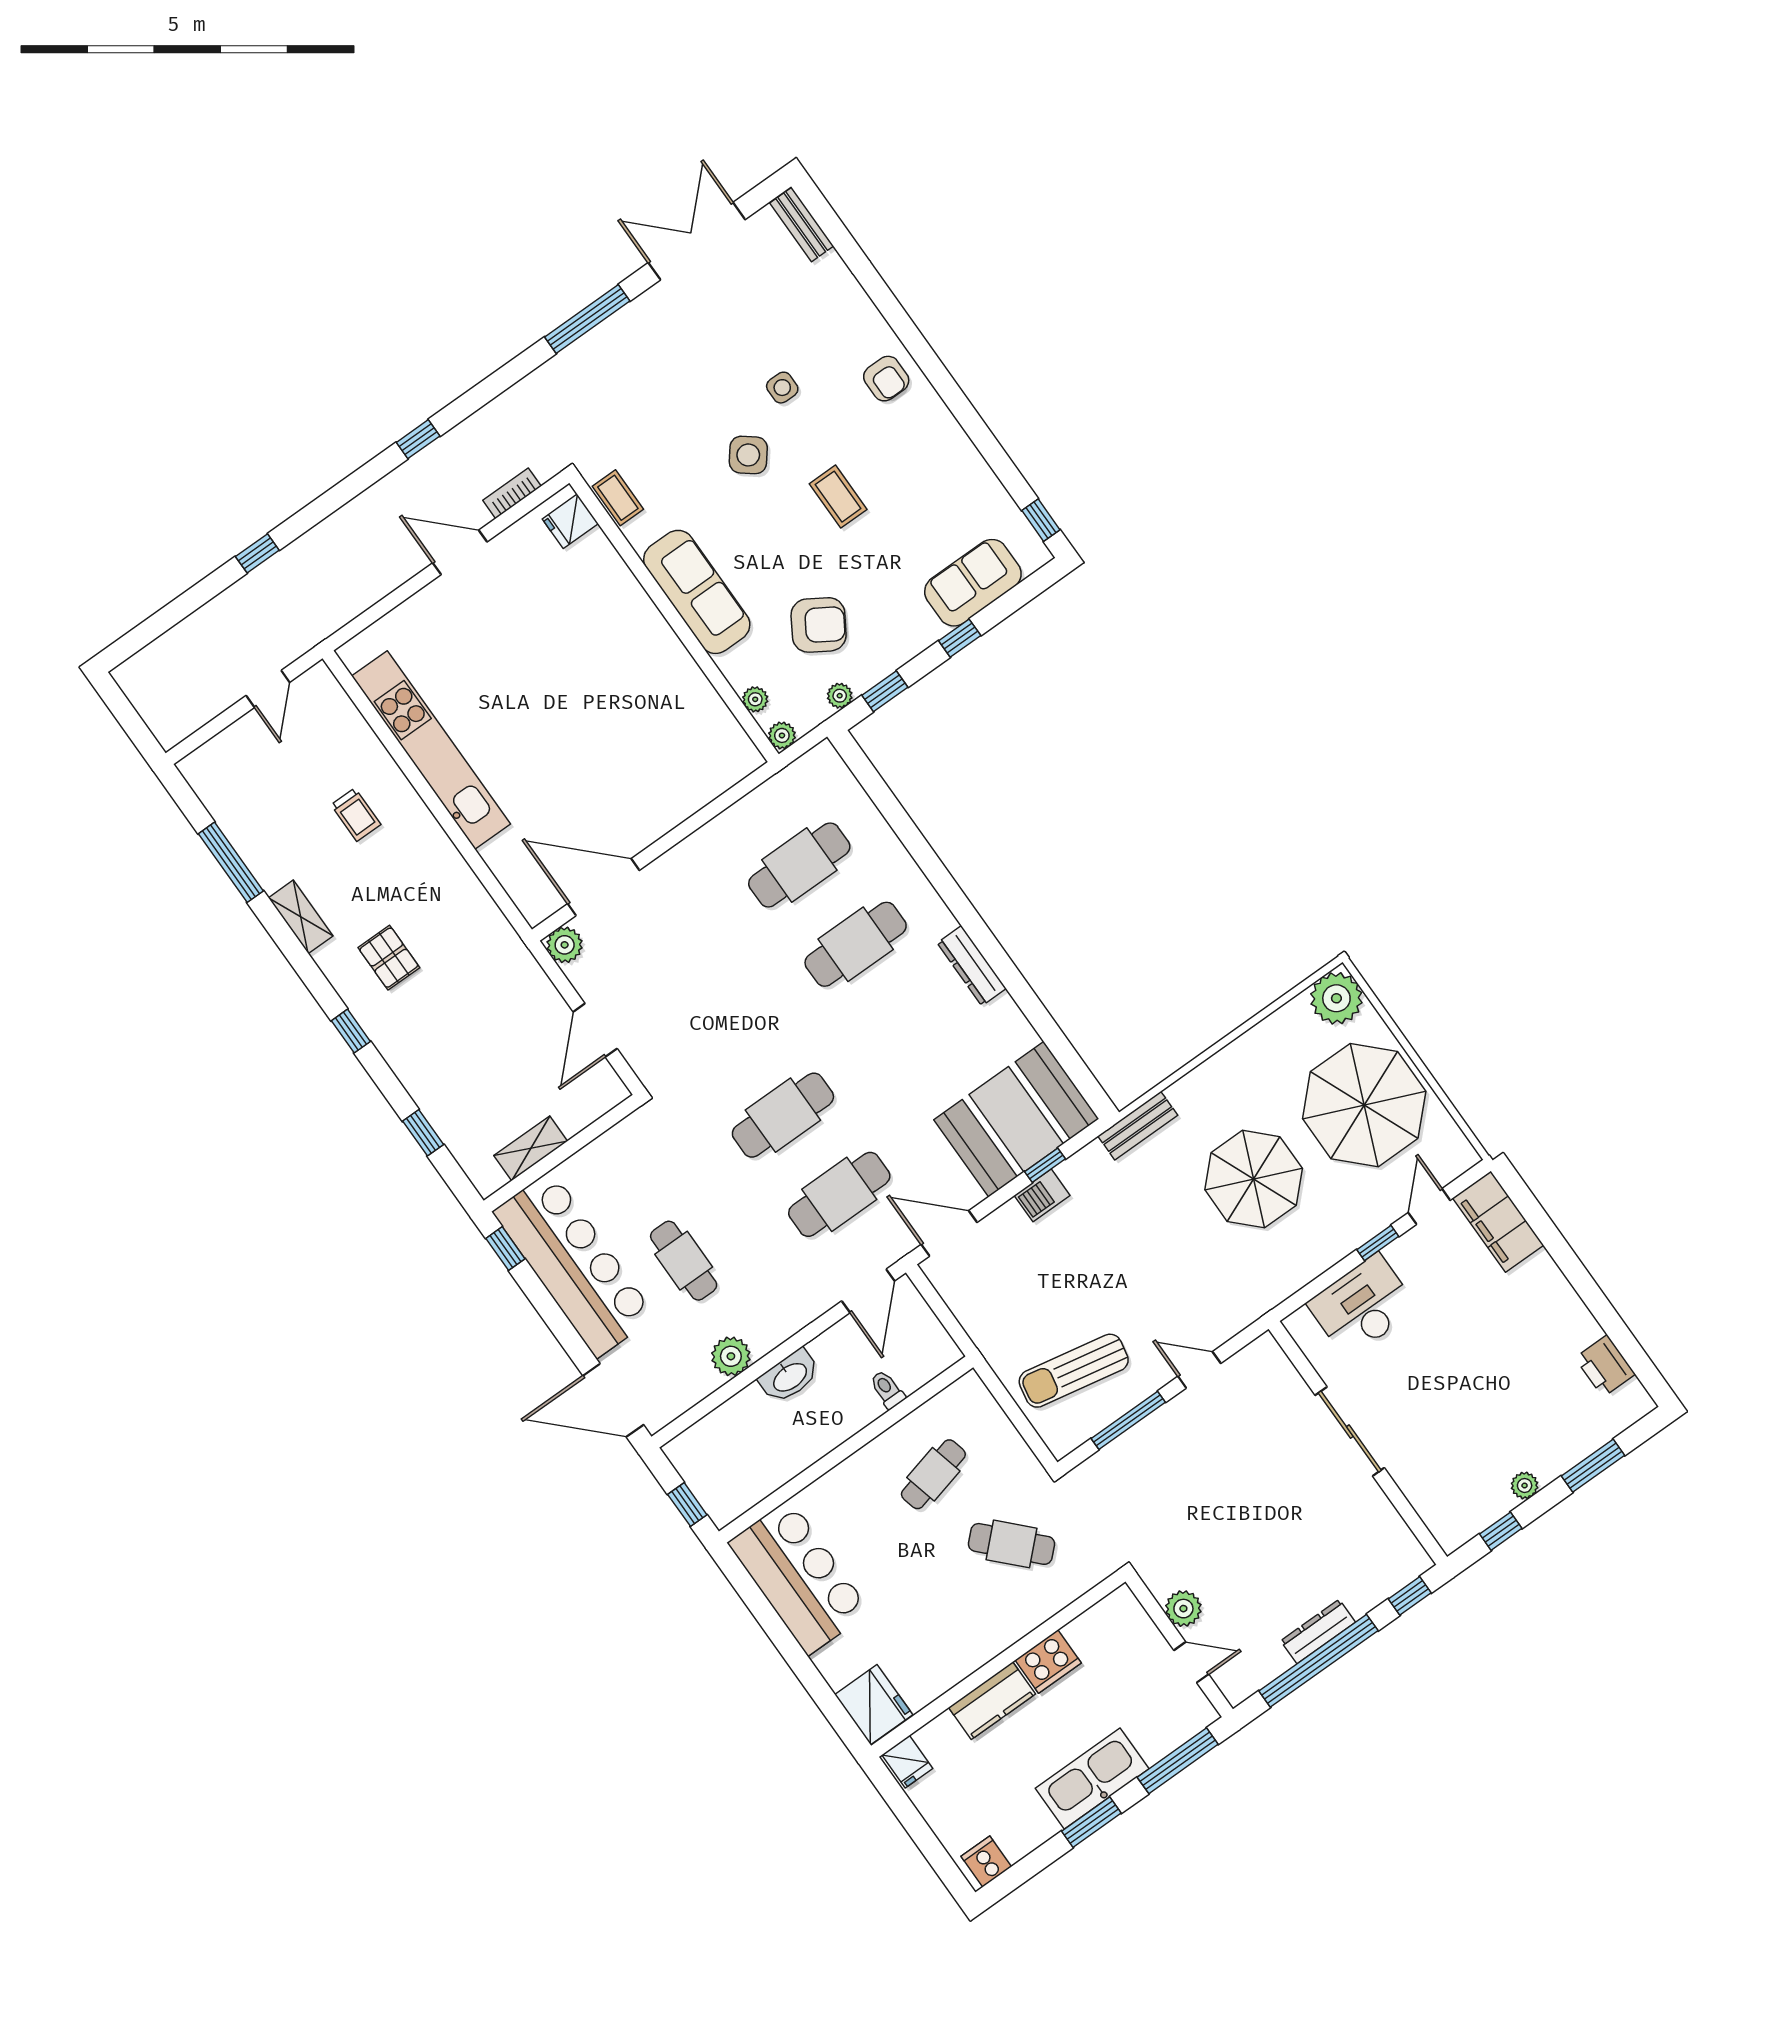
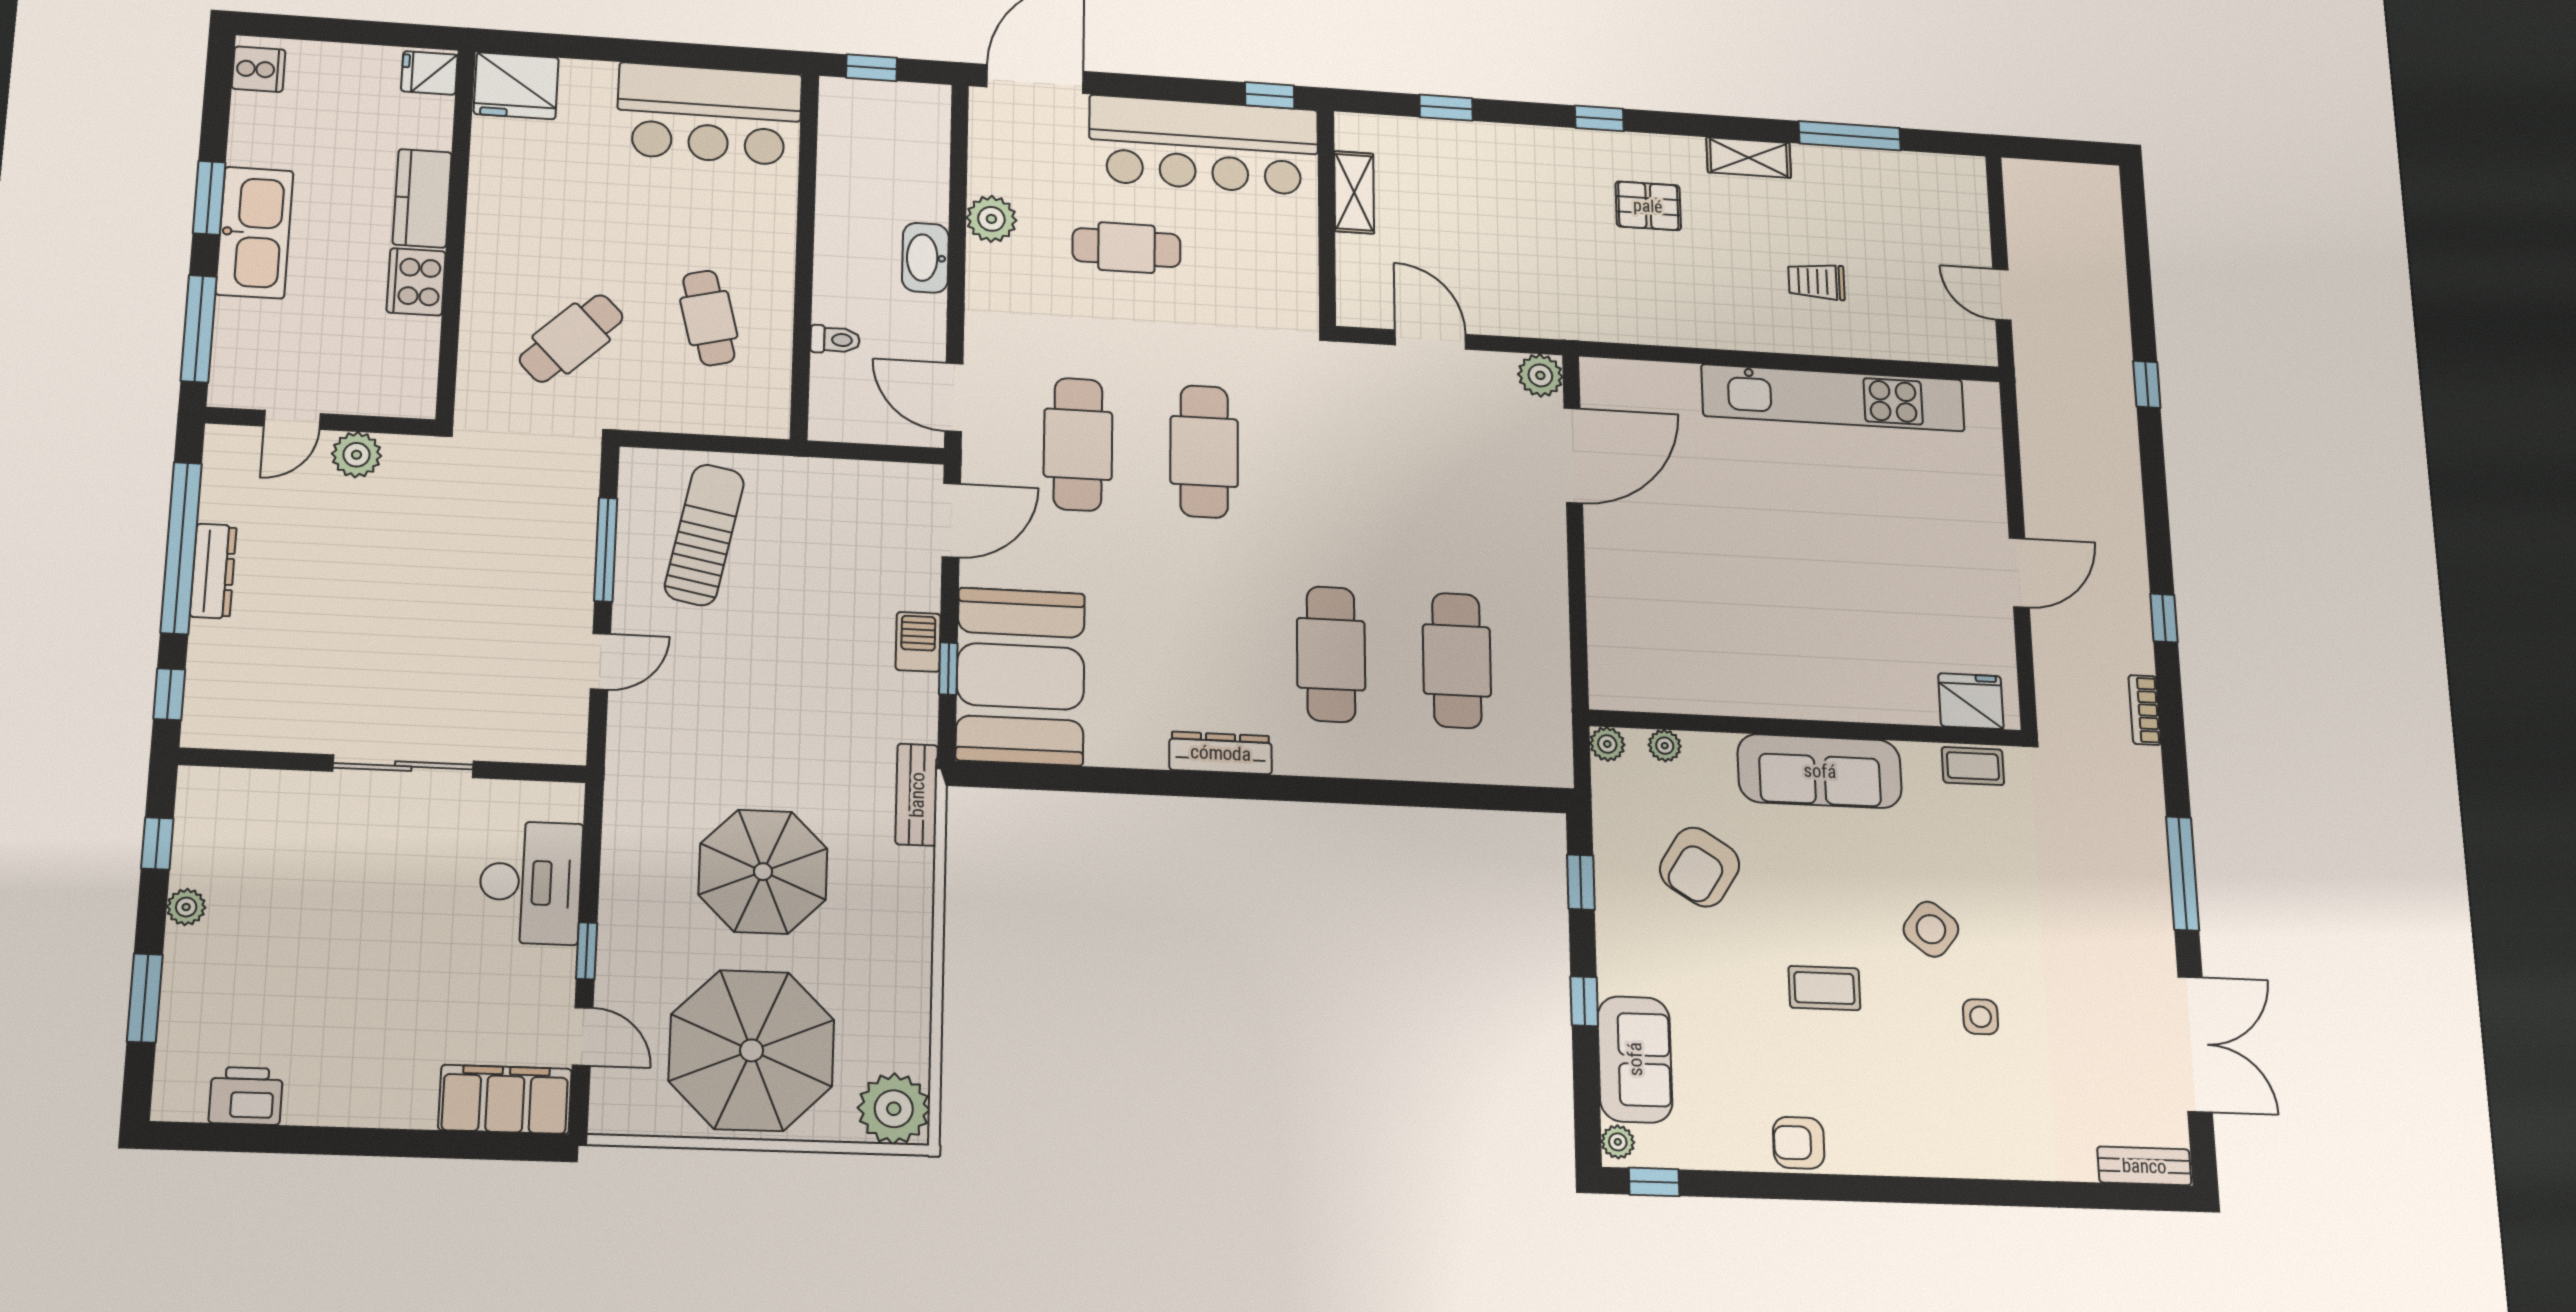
armchair: (886, 379) -> (1799, 1143), moved
bookcase: (512, 493) -> (2145, 710), moved, turned 180
fridge: (570, 521) -> (1971, 701), width x1.38
plant: (840, 696) -> (1618, 1142), moved

